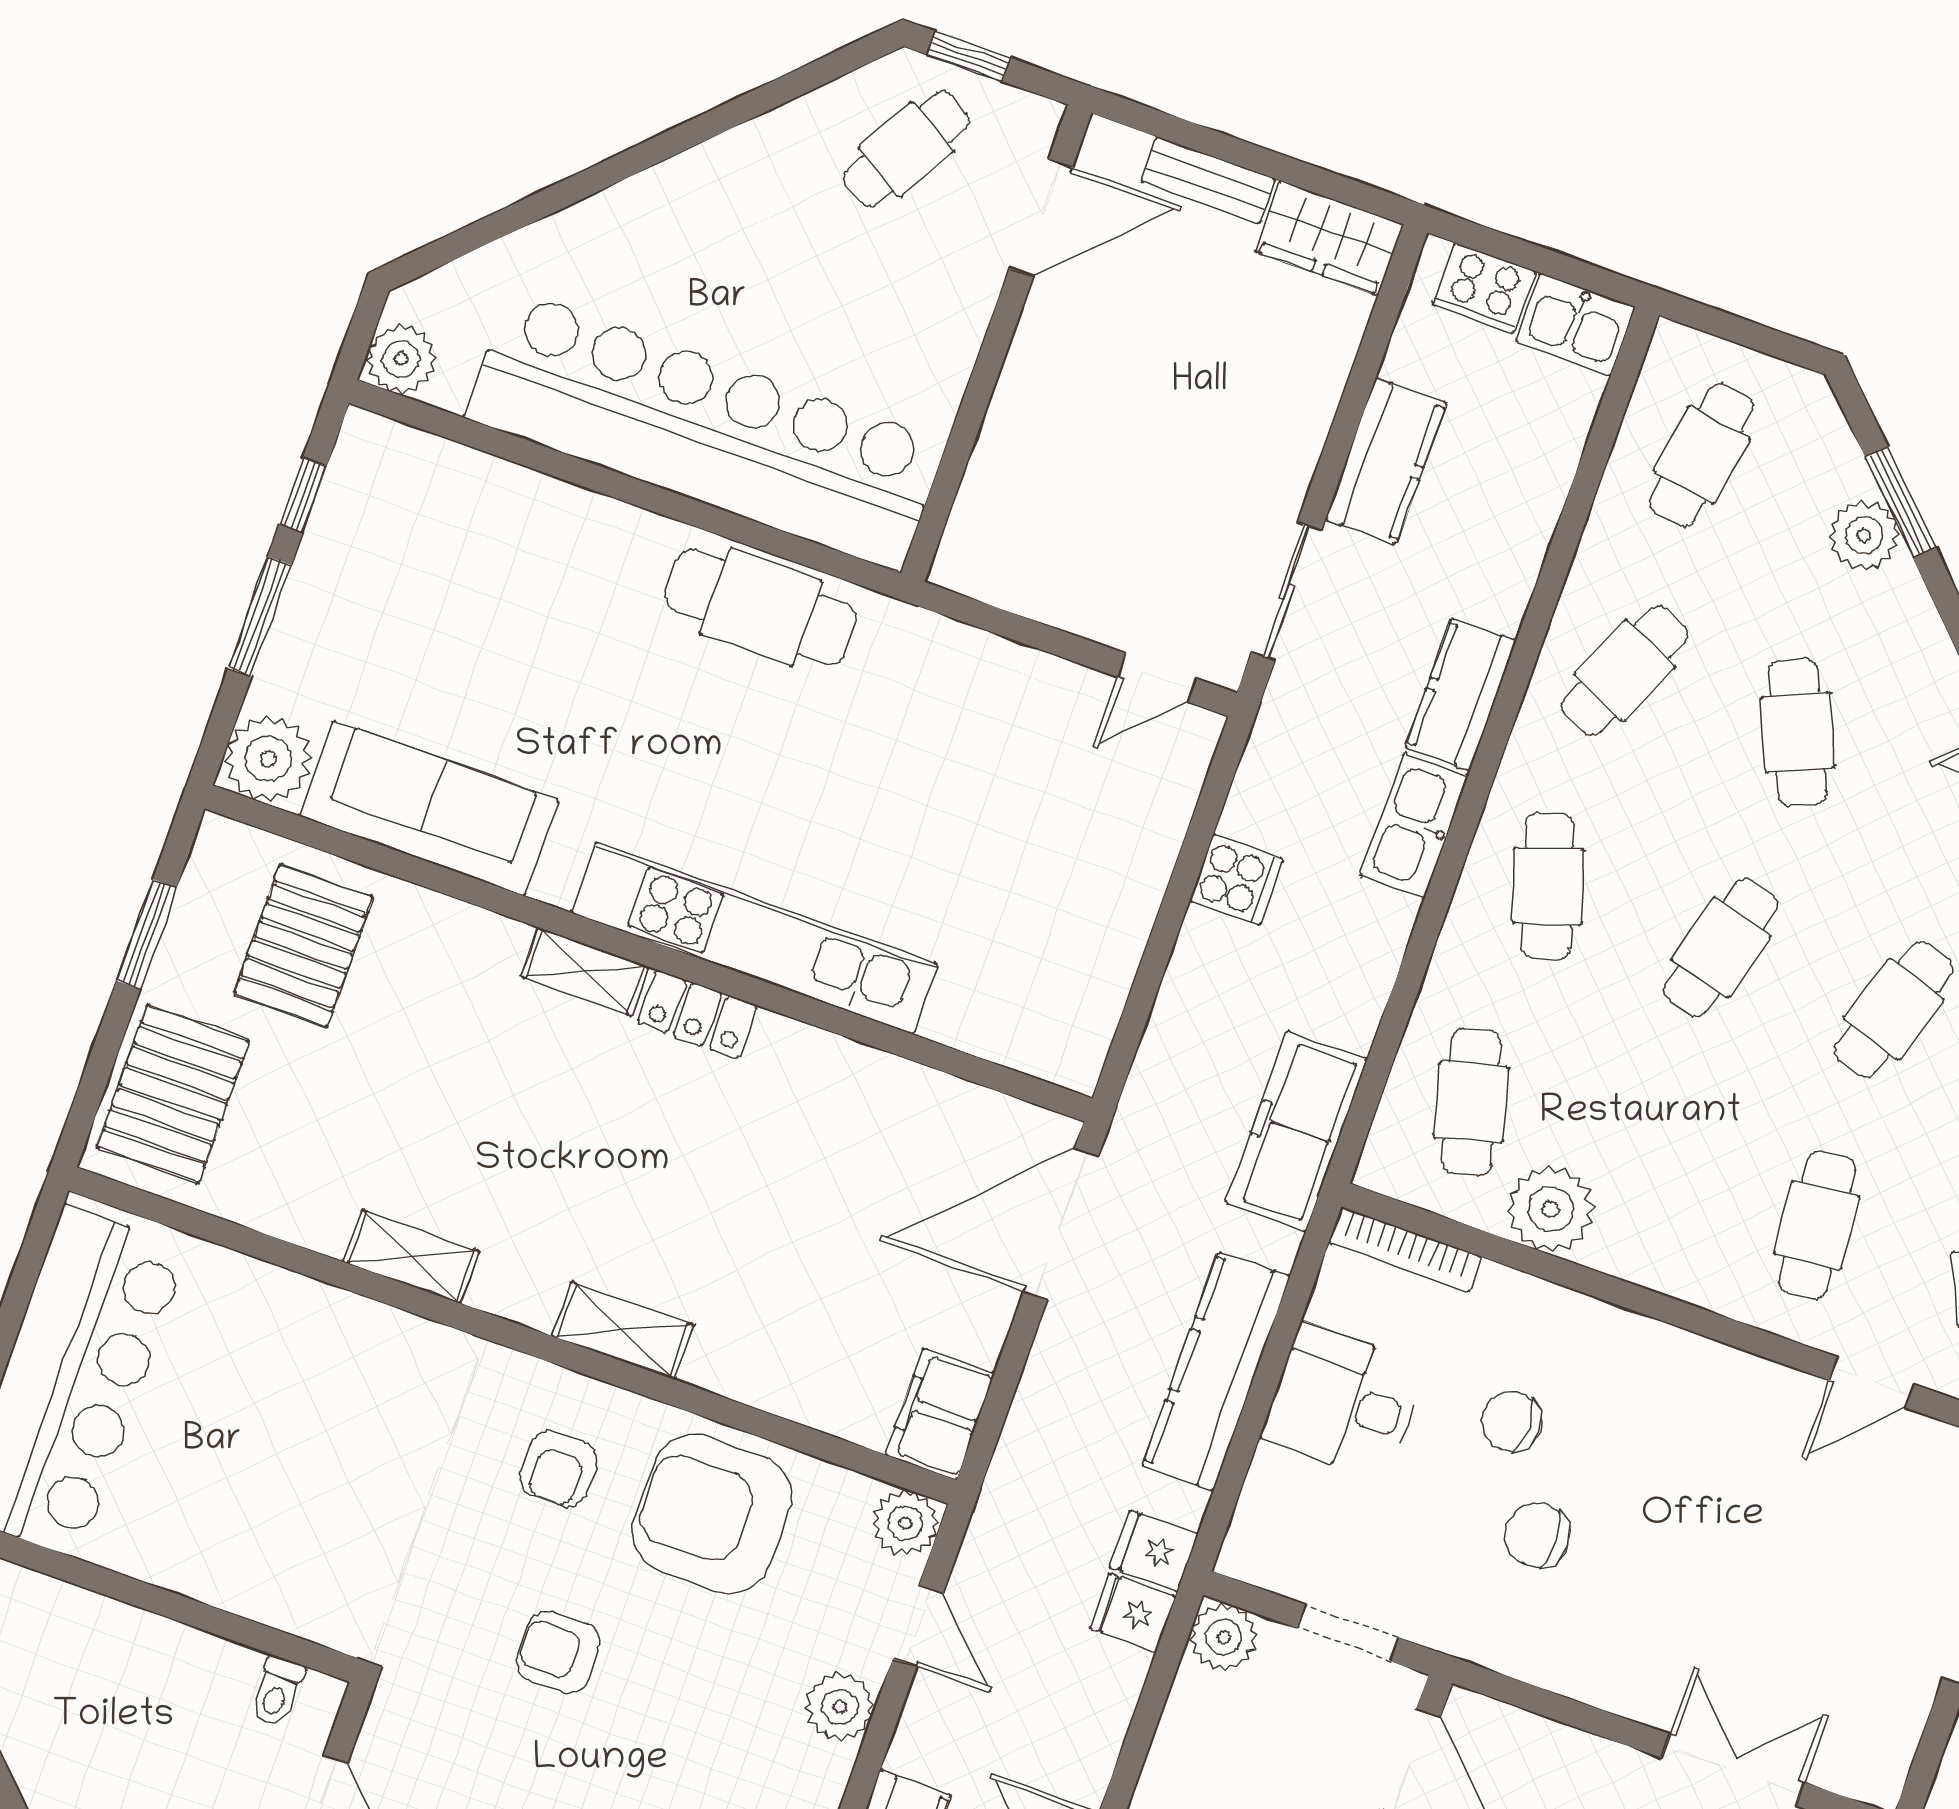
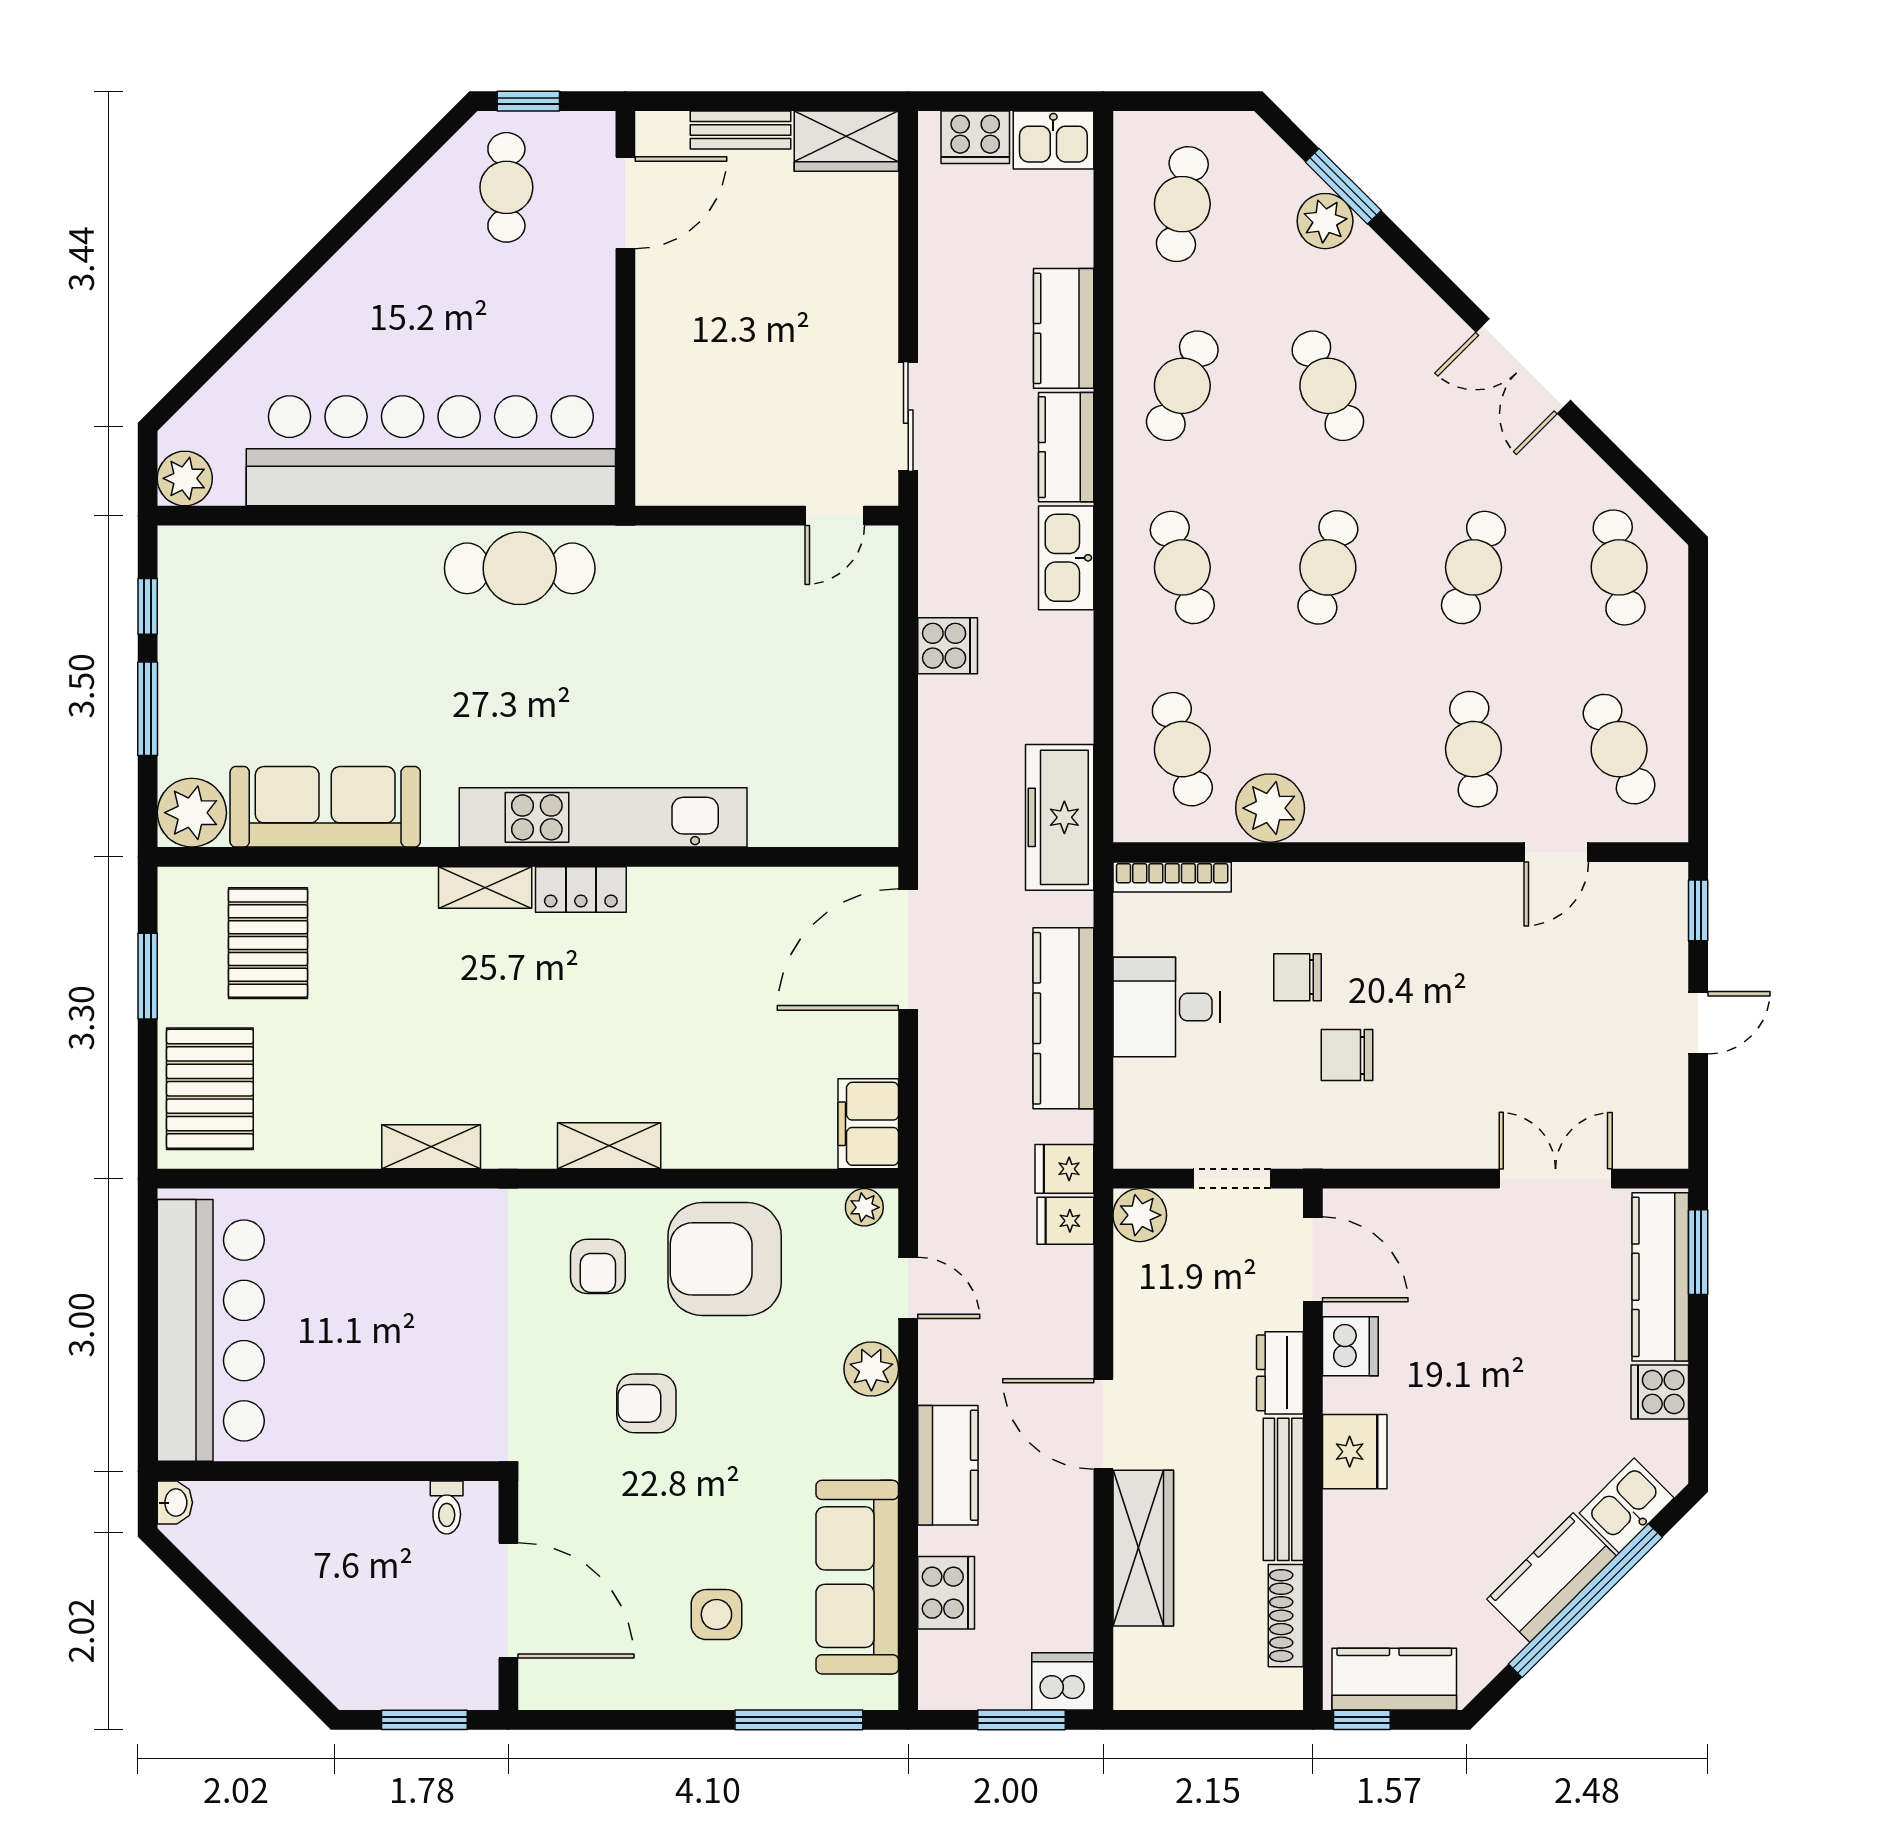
cafe table: (906, 149) -> (506, 187), turned -30
kitchen counter: (1386, 461) -> (1064, 328), moved, turned 180
plant: (905, 1523) -> (864, 1207), width x0.73, depth x0.73

